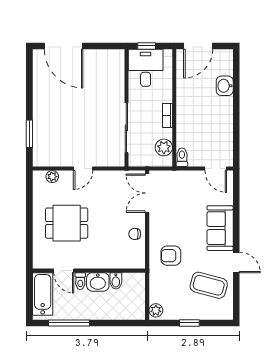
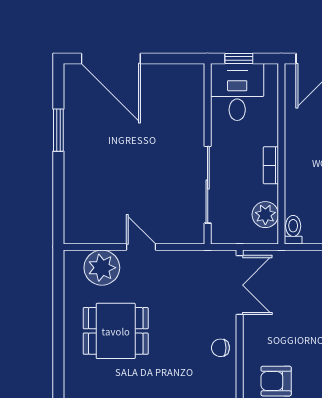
window: (29, 134) -> (58, 130), moved
door: (83, 169) -> (141, 247), swing flipped
plant: (52, 177) -> (102, 268), width x1.87, depth x1.87
double door: (147, 193) -> (240, 285), swing flipped

